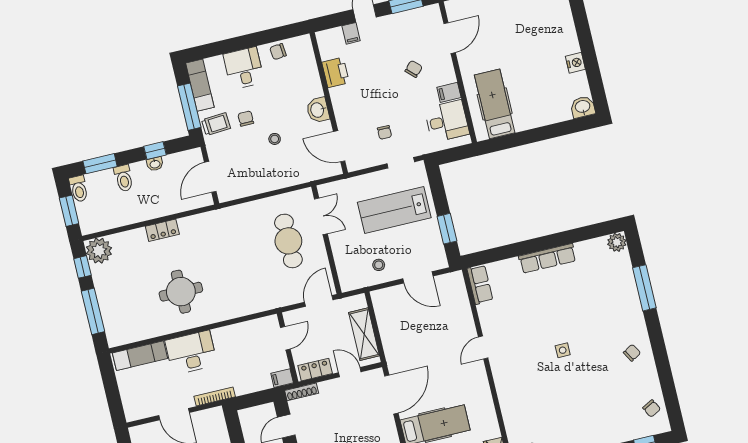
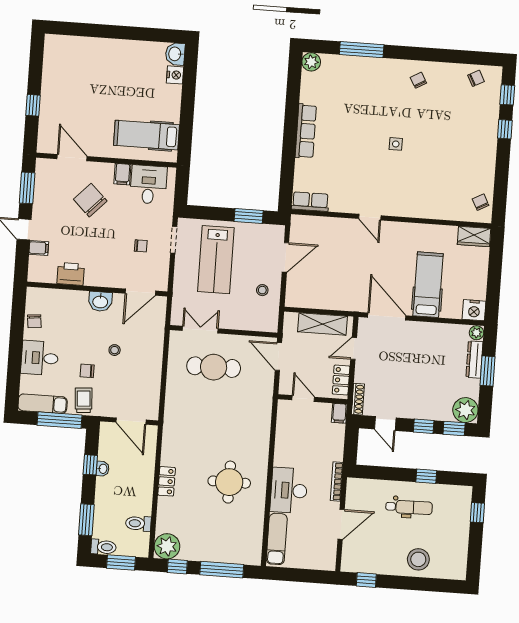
nightstand: (575, 63) -> (175, 75), moved, turned 90
chair: (414, 69) -> (90, 200), width x1.87, depth x1.87
toilet: (124, 178) -> (138, 523), moved, turned 180

